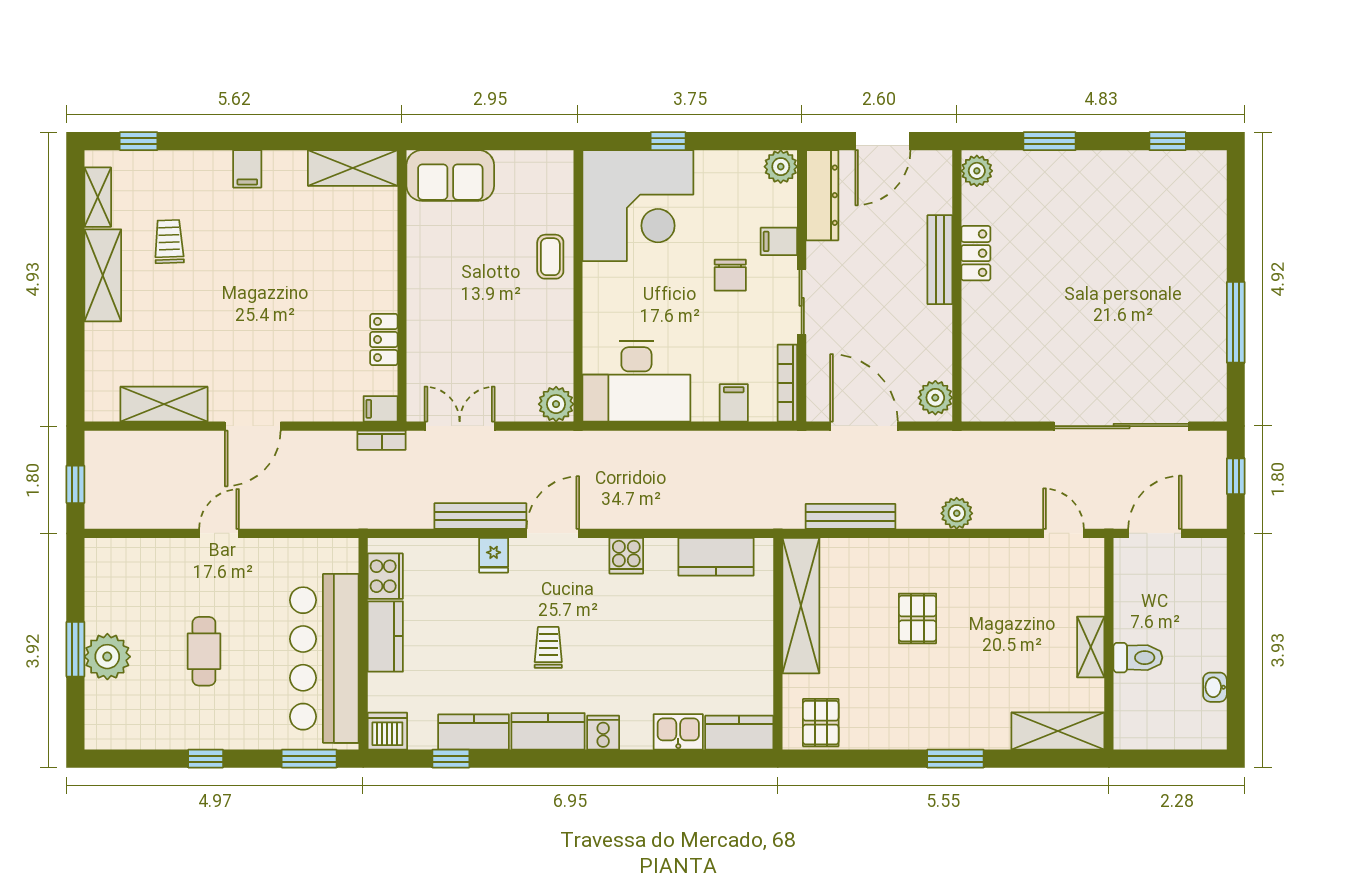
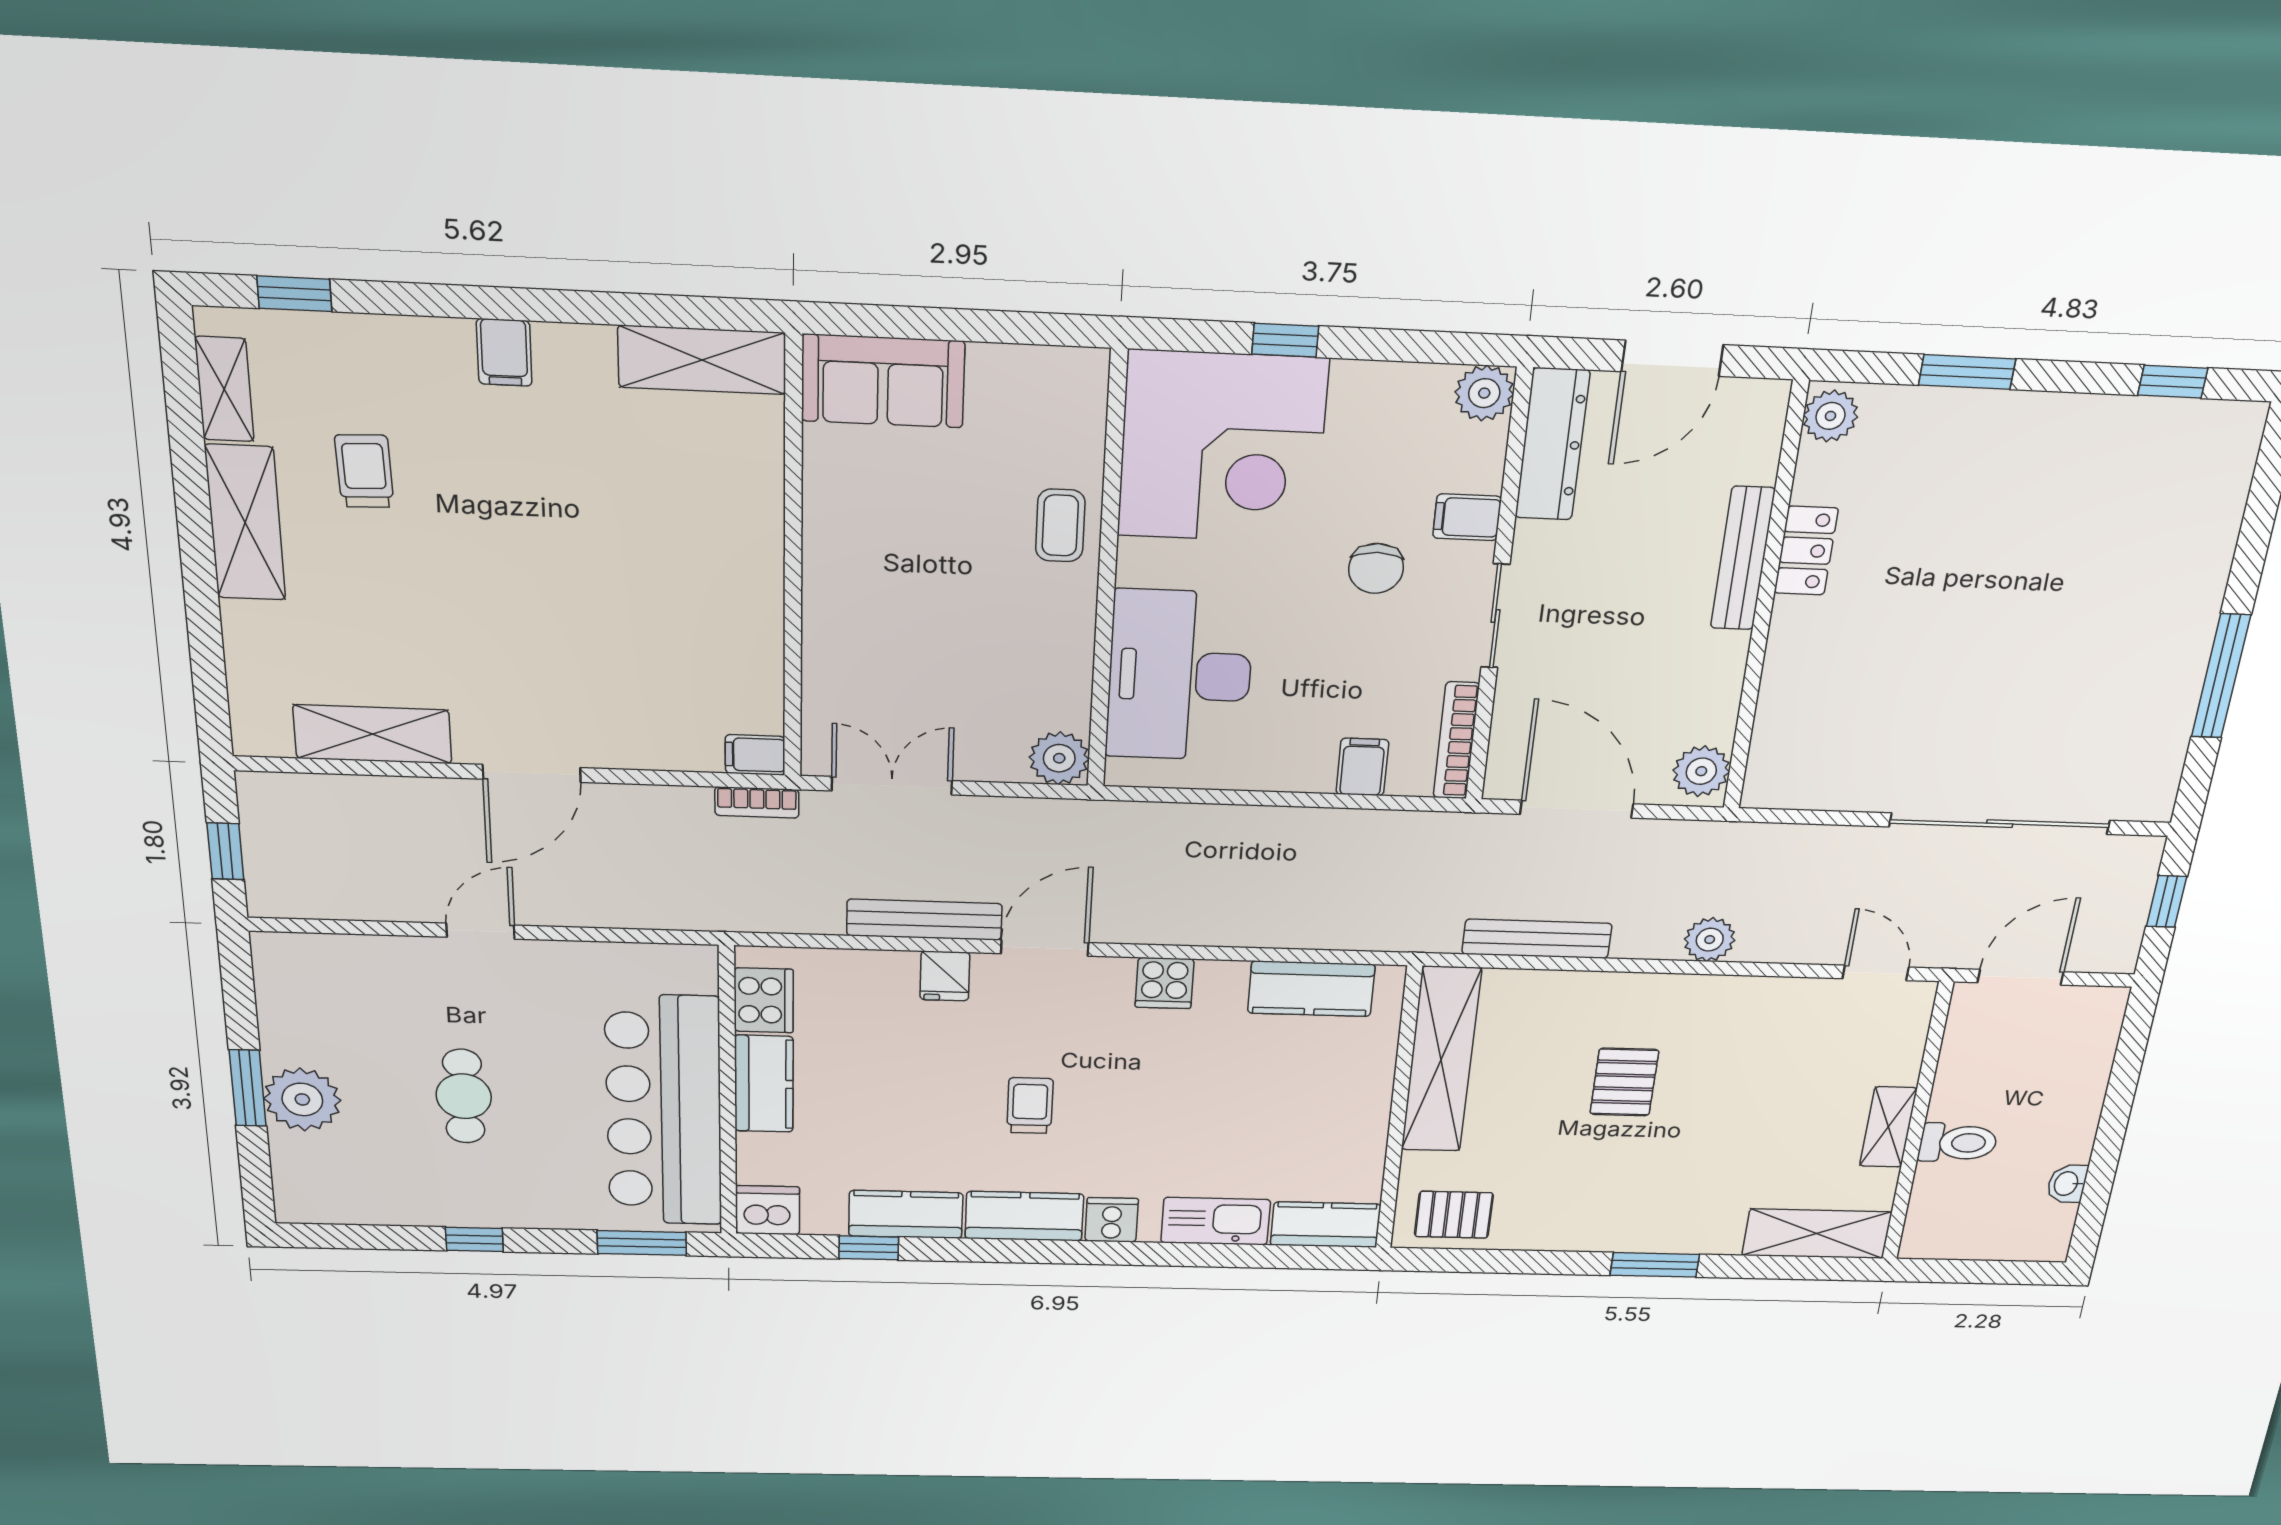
locker: (384, 340) -> (761, 647), removed
desk: (636, 381) -> (1180, 676), moved, turned 90
pallet: (821, 723) -> (1454, 1215), turned 90
kitchen sink: (678, 732) -> (1216, 1221), width x1.38

